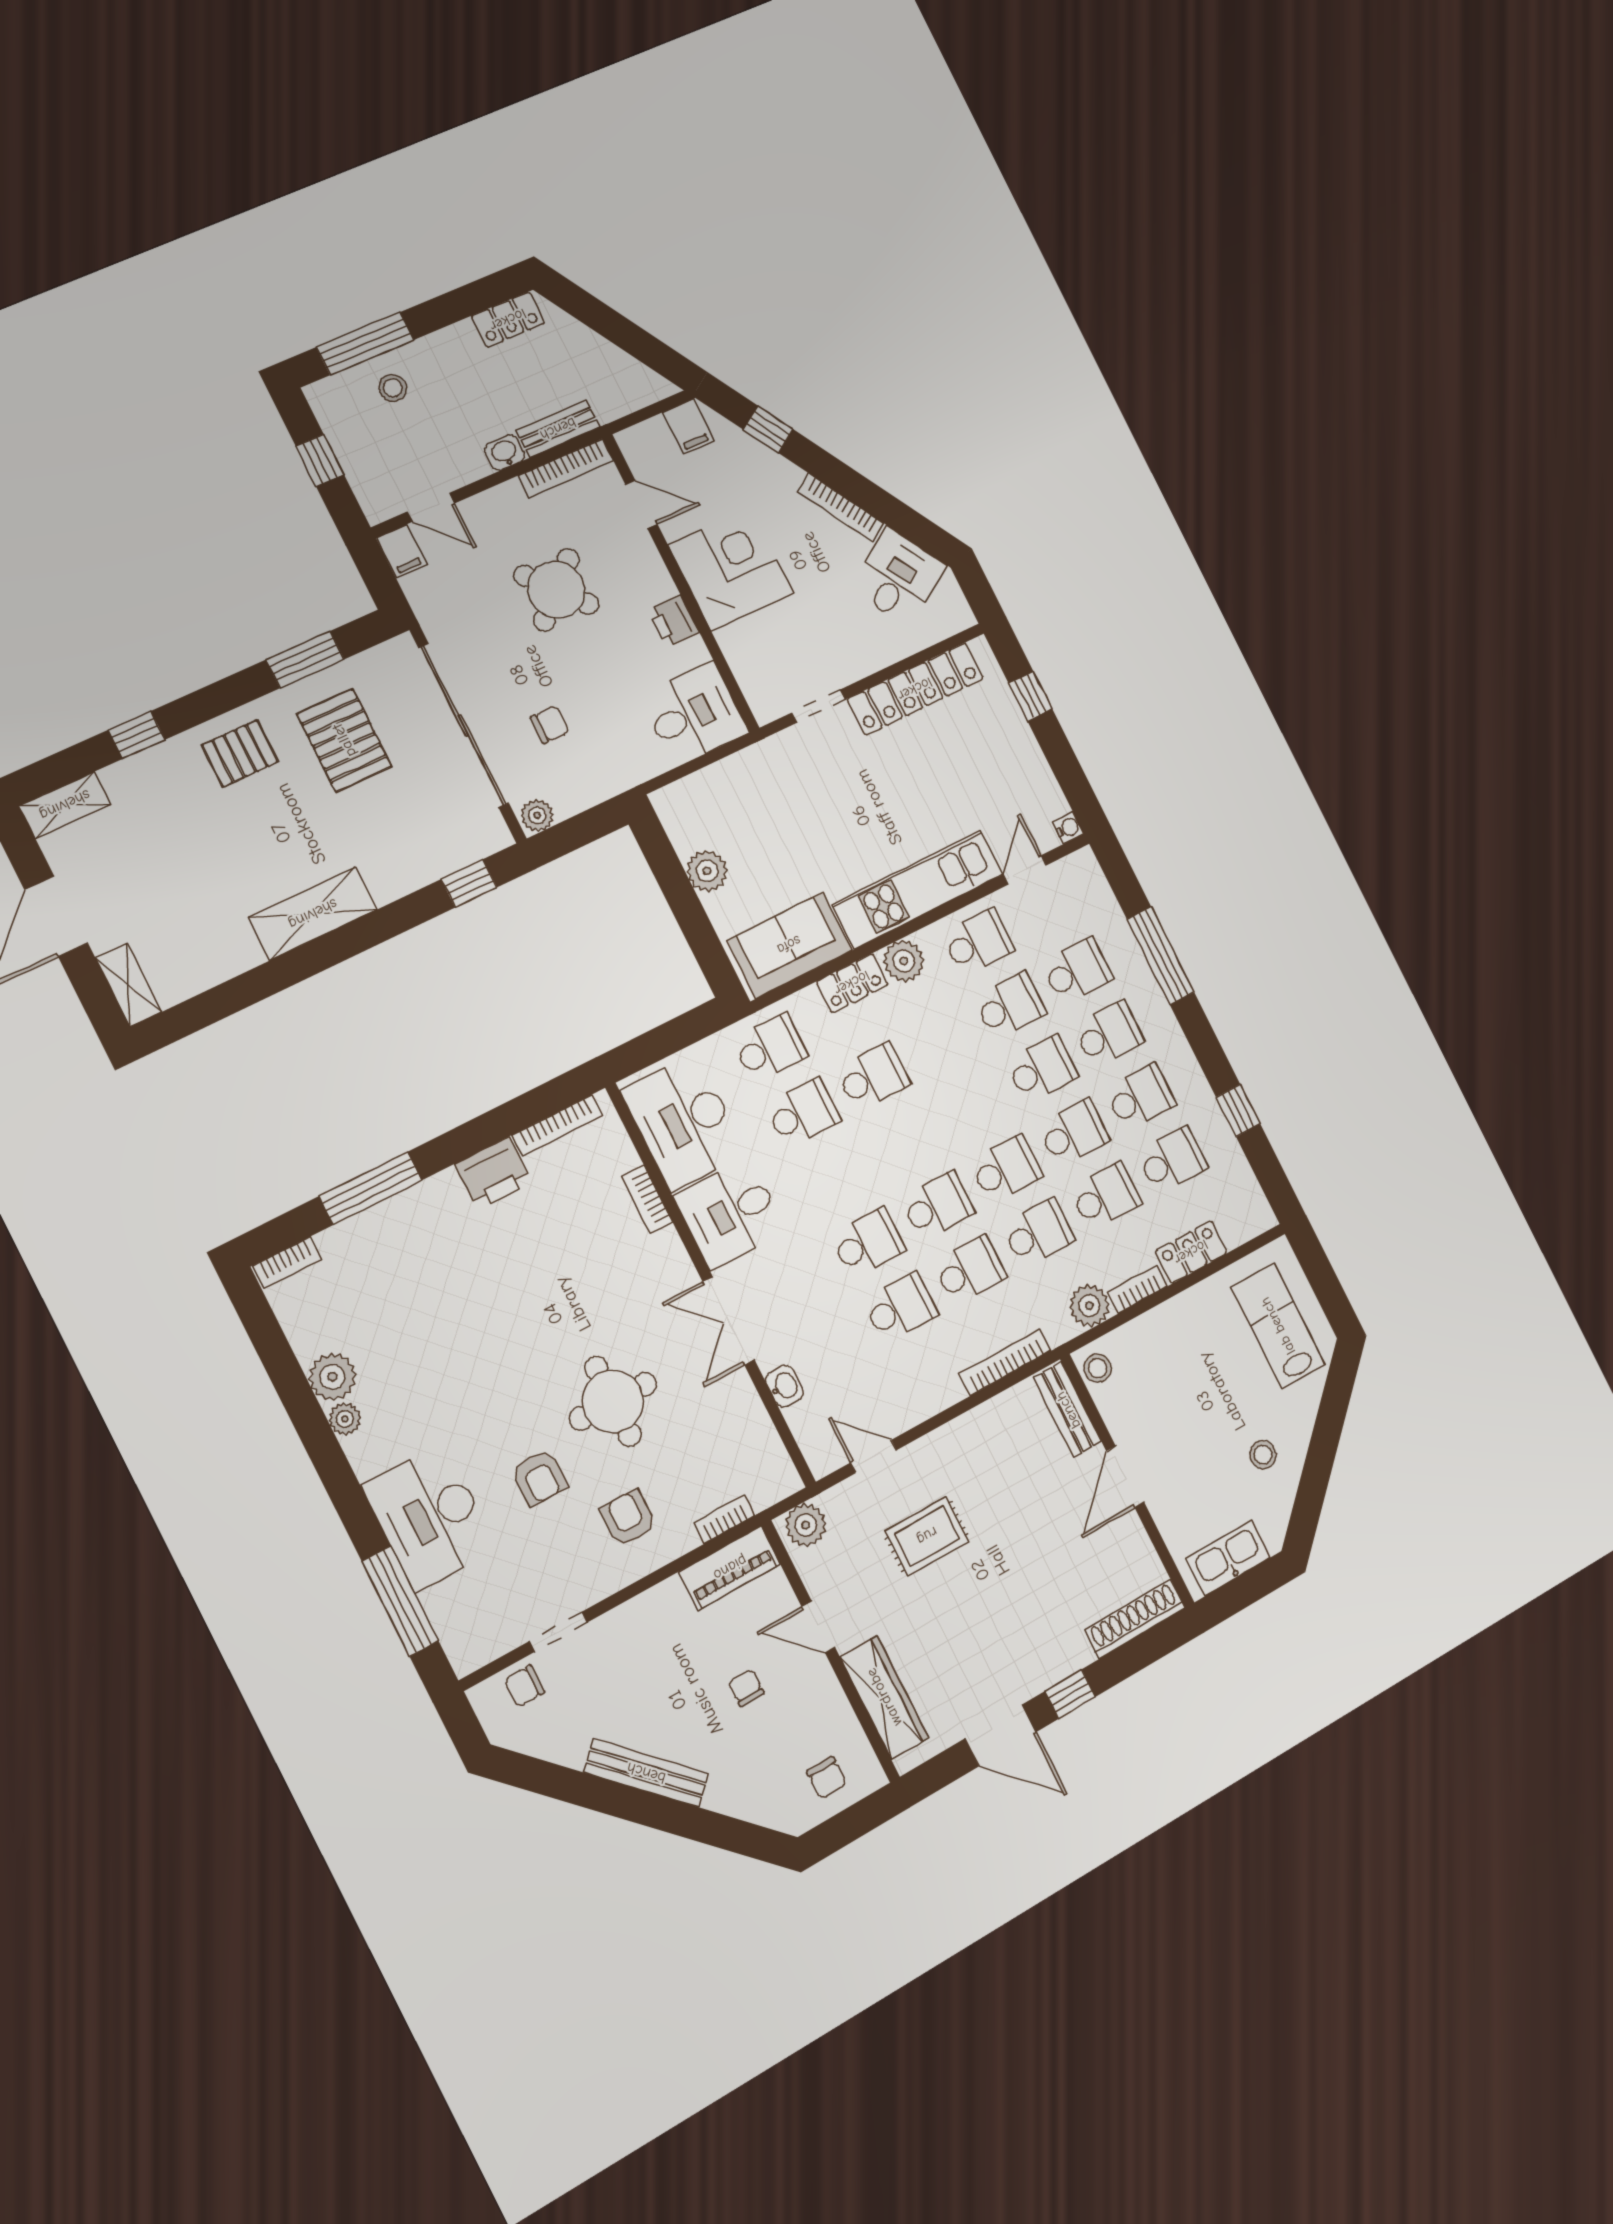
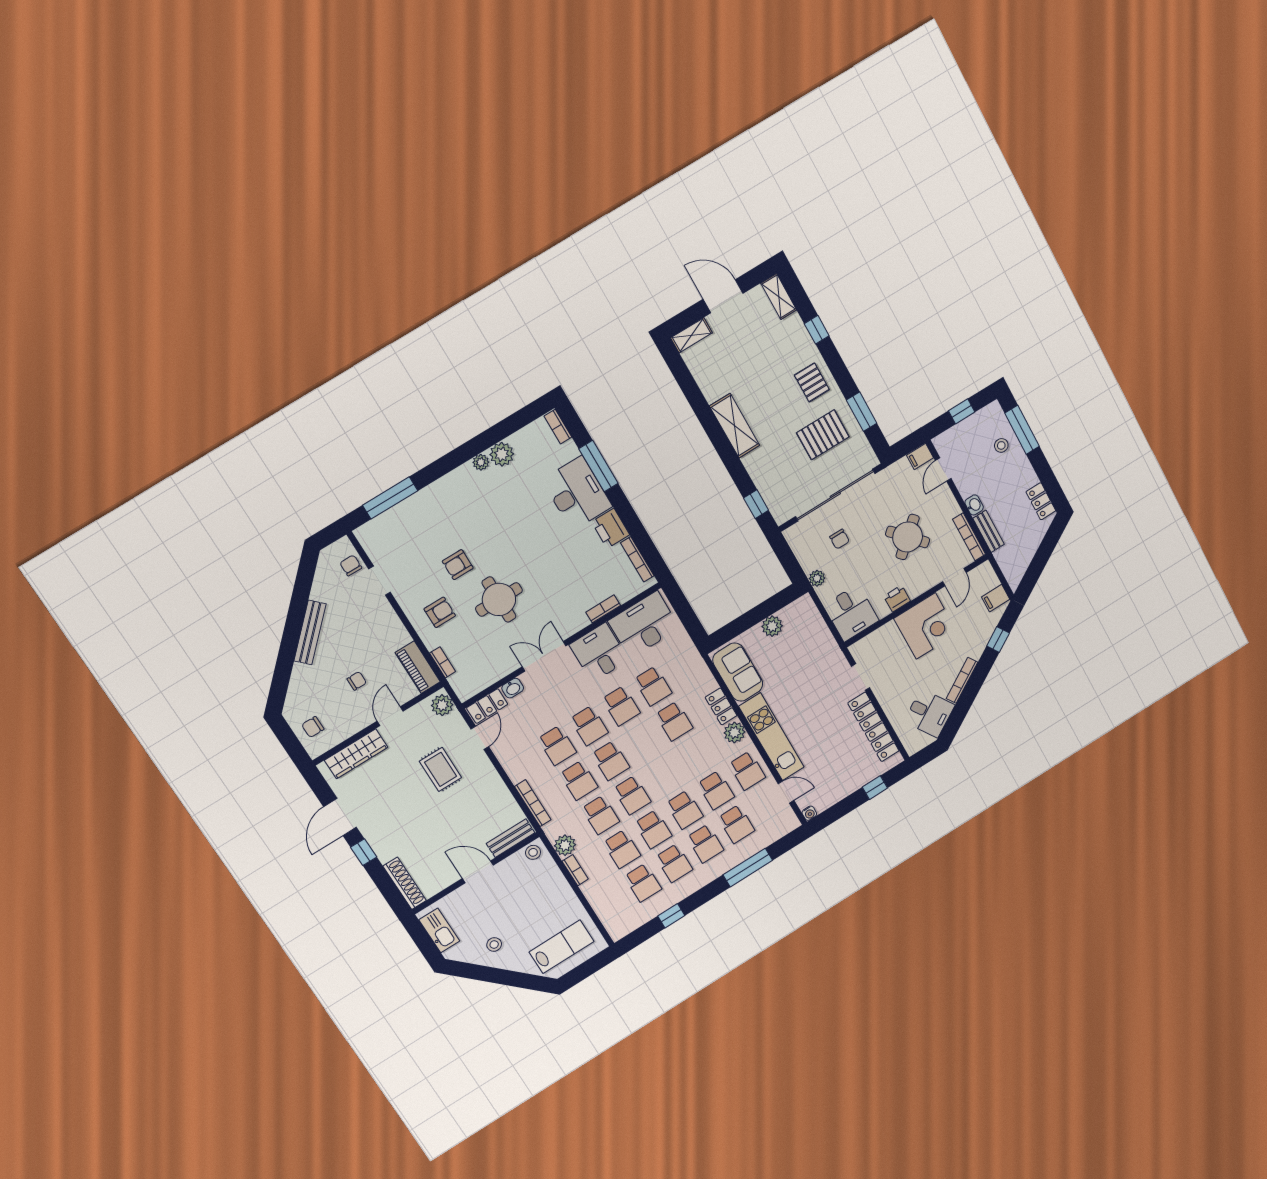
plant: (537, 815) -> (817, 578), moved
school desk: (770, 1048) -> (621, 706), moved
locker: (1191, 1252) -> (487, 706), moved, turned 90
desk: (430, 1517) -> (577, 493), moved, turned 90

